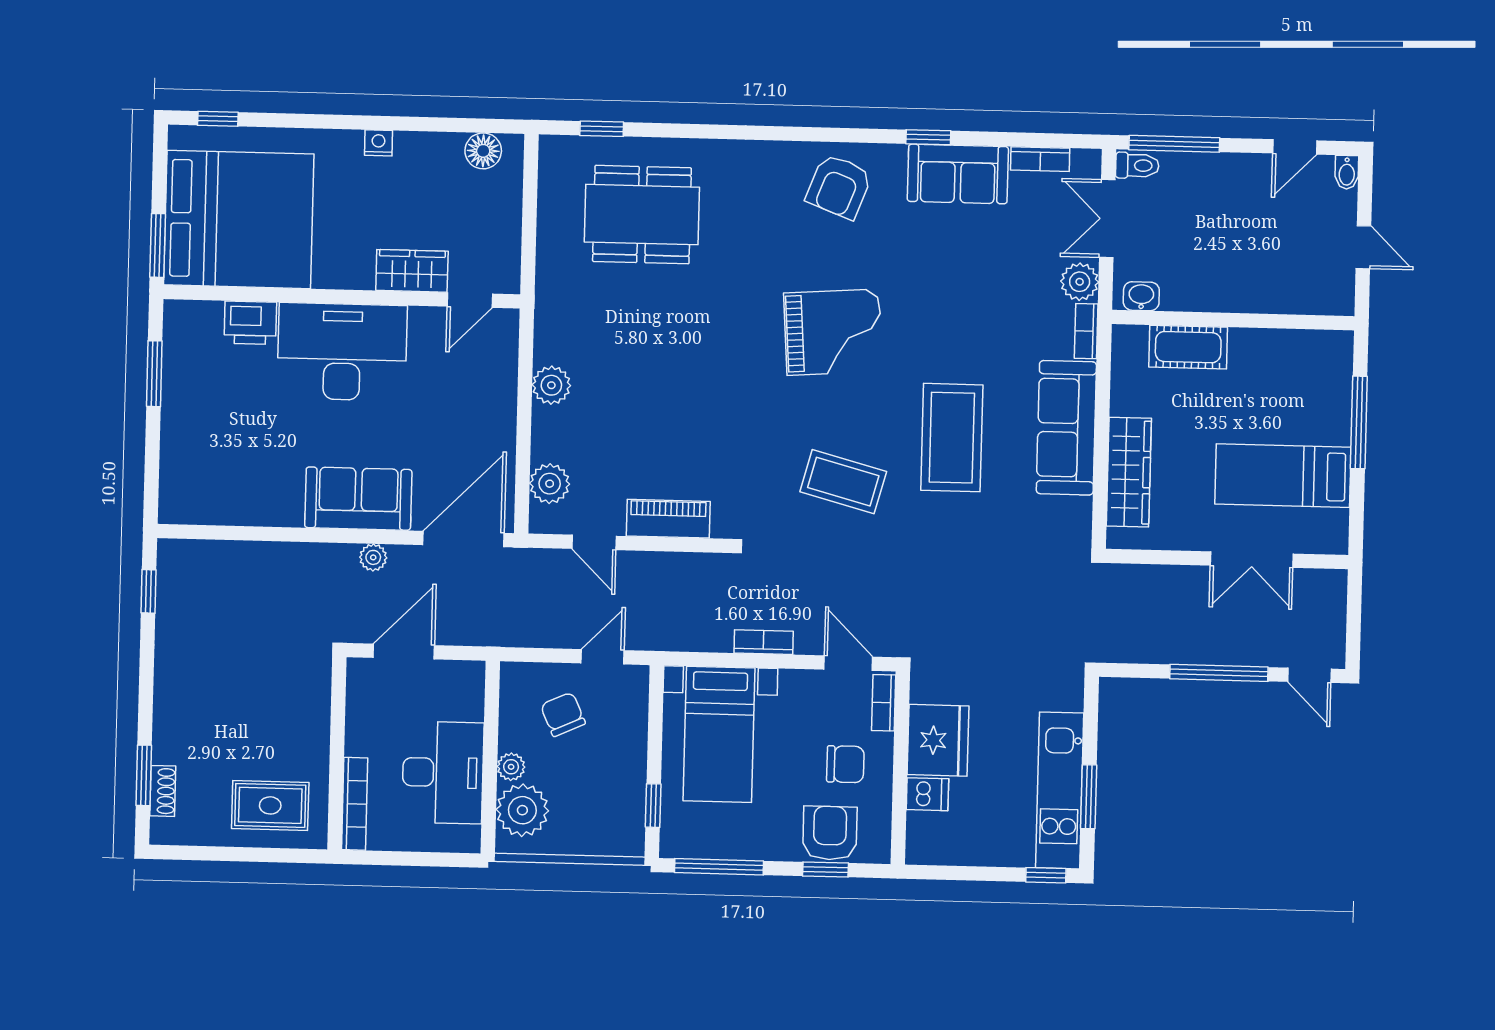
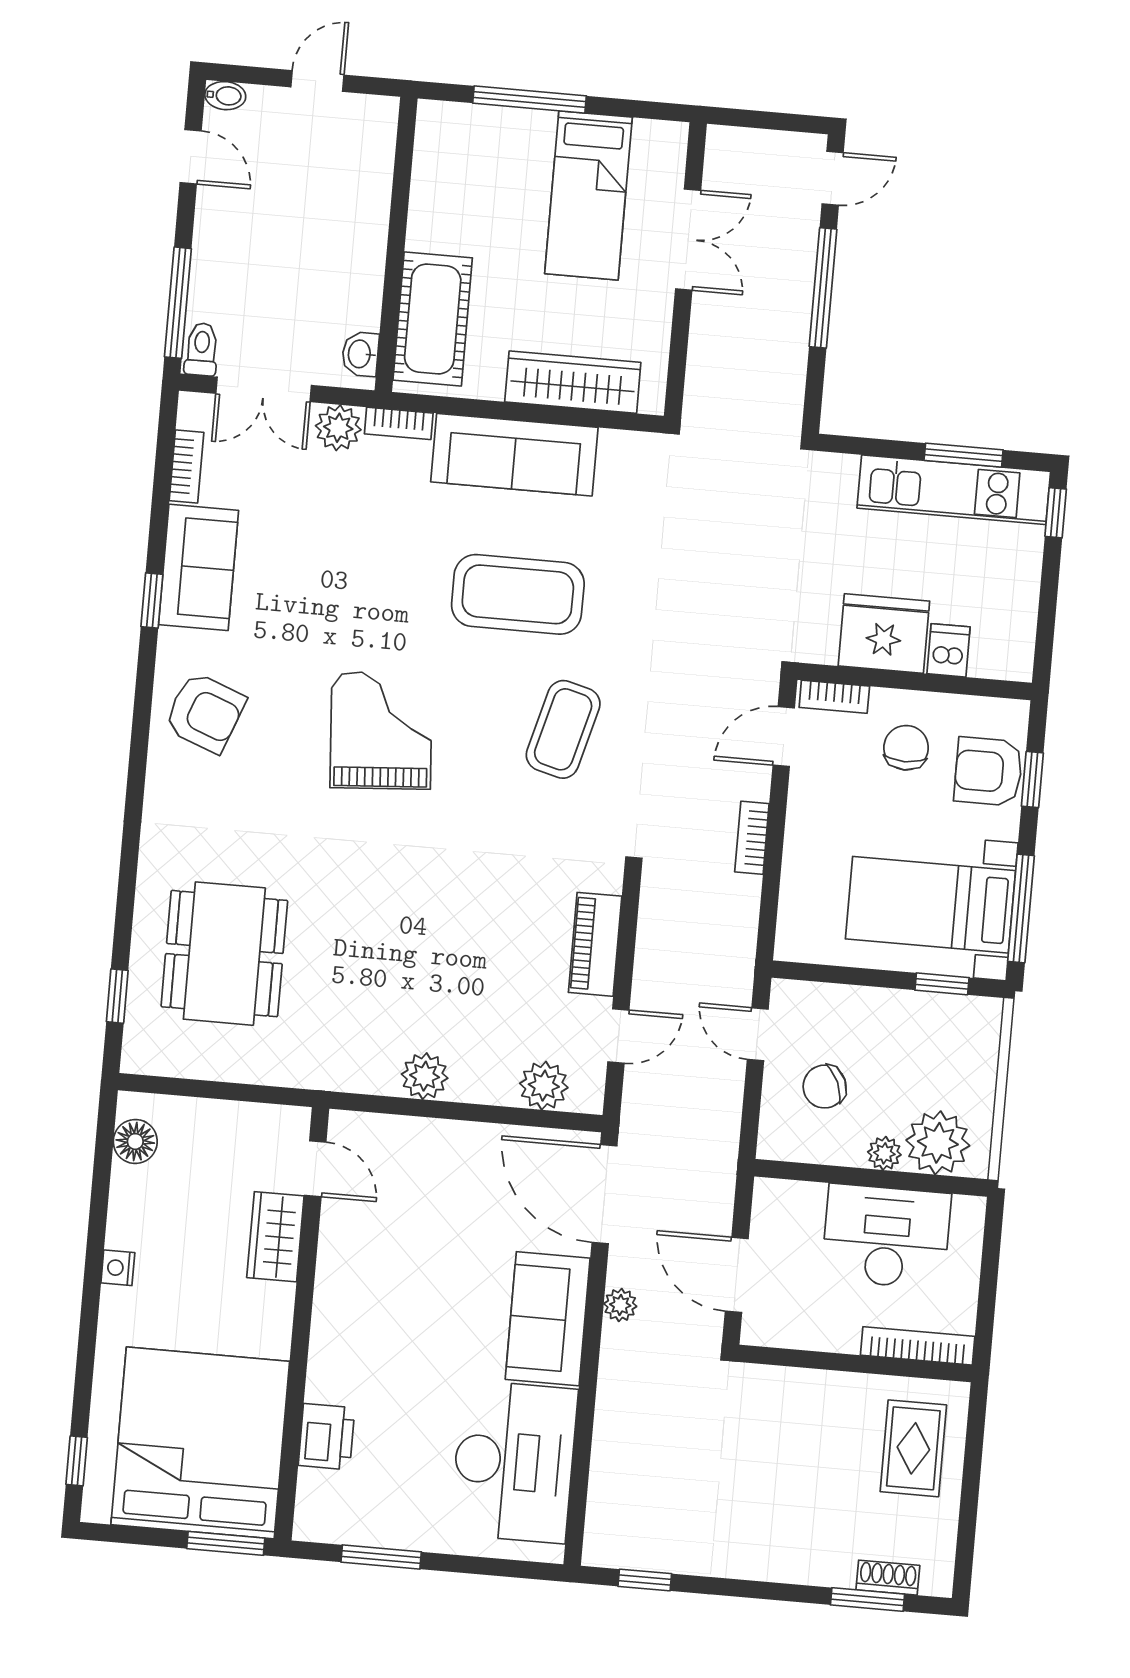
cot: (1188, 347) -> (433, 319), width x1.37, depth x1.34
desk: (342, 352) -> (514, 1462), moved, turned 180
bed with nightstands: (719, 734) -> (930, 905), moved, turned 180

